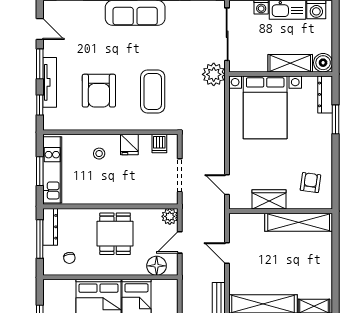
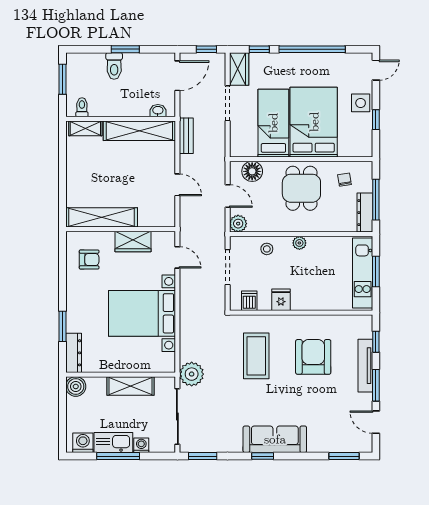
shelving: (290, 63) -> (130, 386), moved
bed with nightstands: (265, 107) -> (142, 313), moved, turned -90
stool: (99, 154) -> (267, 249), moved
armchair: (310, 183) -> (89, 260), turned -98
plant: (112, 198) -> (299, 243), added
dining table: (115, 234) -> (301, 188), moved
door: (180, 242) -> (228, 196), hinge flipped

